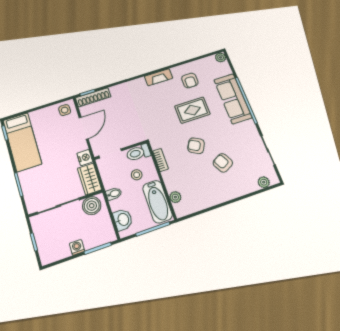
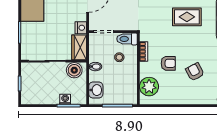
armchair: (196, 146) -> (168, 63), moved, turned 151
plant: (175, 197) -> (149, 87), width x1.88, depth x1.88
bathtub: (157, 202) -> (129, 85), removed
washing machine: (77, 247) -> (65, 99), moved

